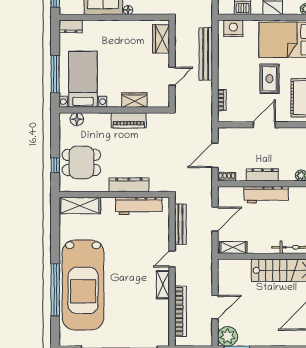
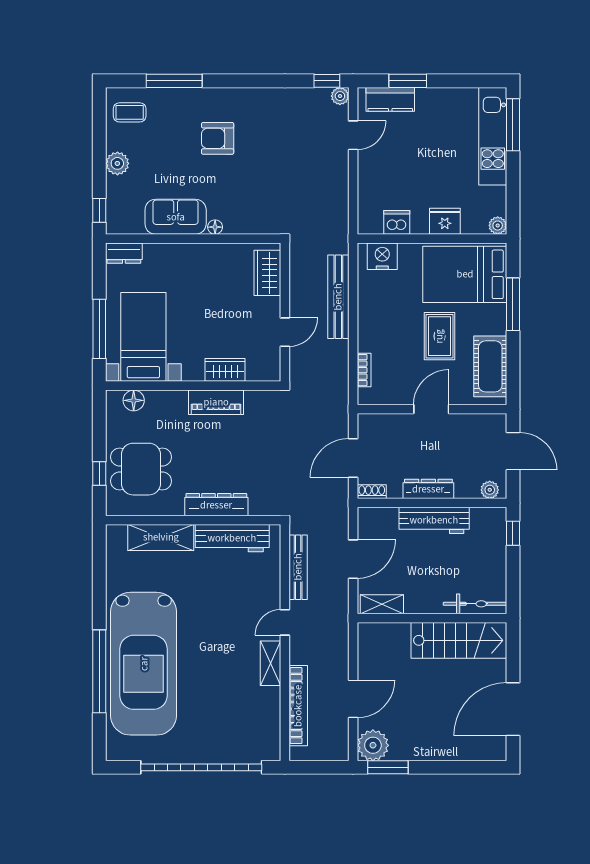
shelving: (80, 205) -> (161, 537), moved

